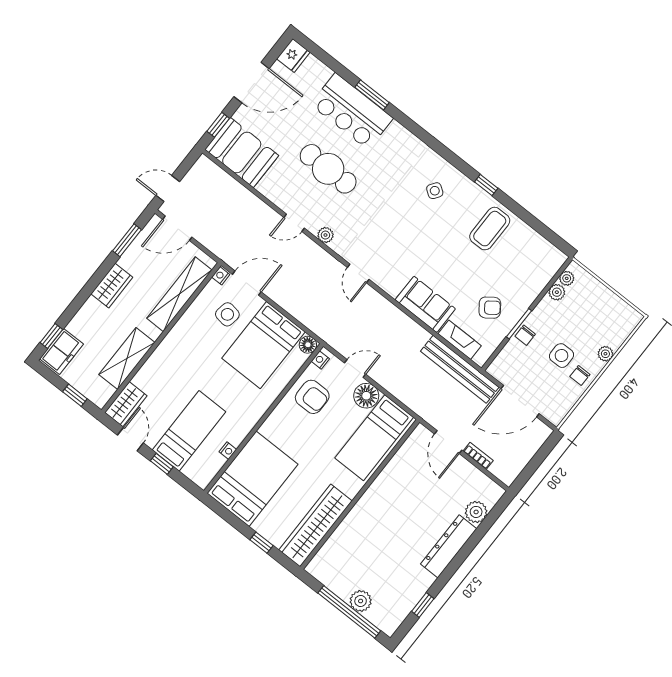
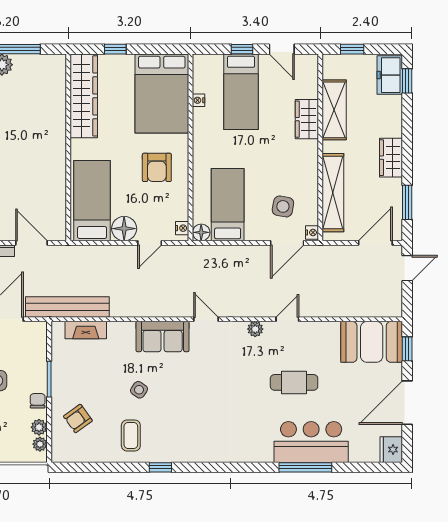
window: (372, 95) -> (305, 467), width x1.44
cafe table: (328, 169) -> (294, 382), width x0.73, depth x0.74
side table: (435, 191) -> (139, 390), moved
coffee table: (490, 229) -> (131, 435), width x0.73, depth x0.77
sofa: (425, 304) -> (163, 337), moved
armchair: (490, 308) -> (78, 418), moved
chair: (525, 335) -> (38, 401), moved
bed: (263, 345) -> (228, 205), width x0.67
armchair: (312, 397) -> (157, 167), moved, turned -90
wardrobe: (126, 404) -> (307, 119), moved

